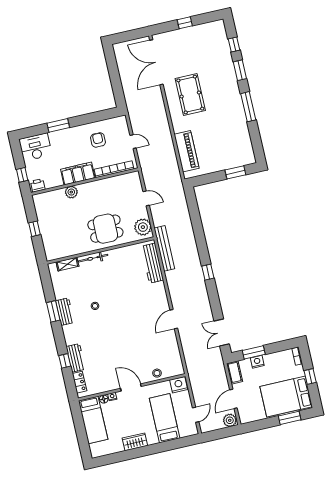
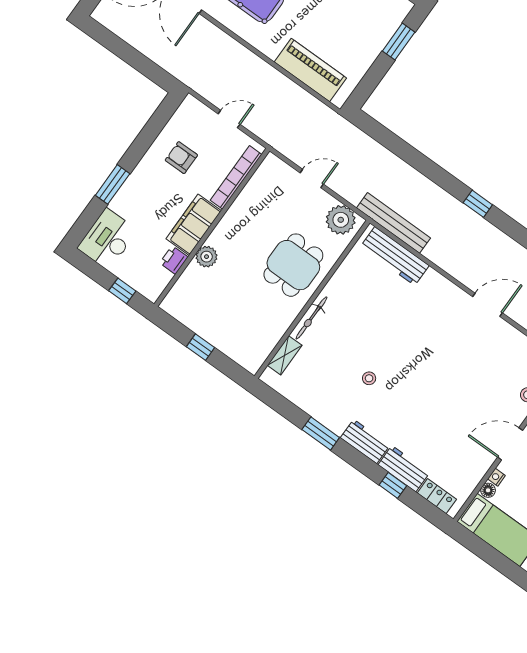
printer: (38, 185) -> (174, 260), moved
workbench: (65, 312) -> (365, 441), moved
door: (174, 319) -> (487, 305), swing flipped

